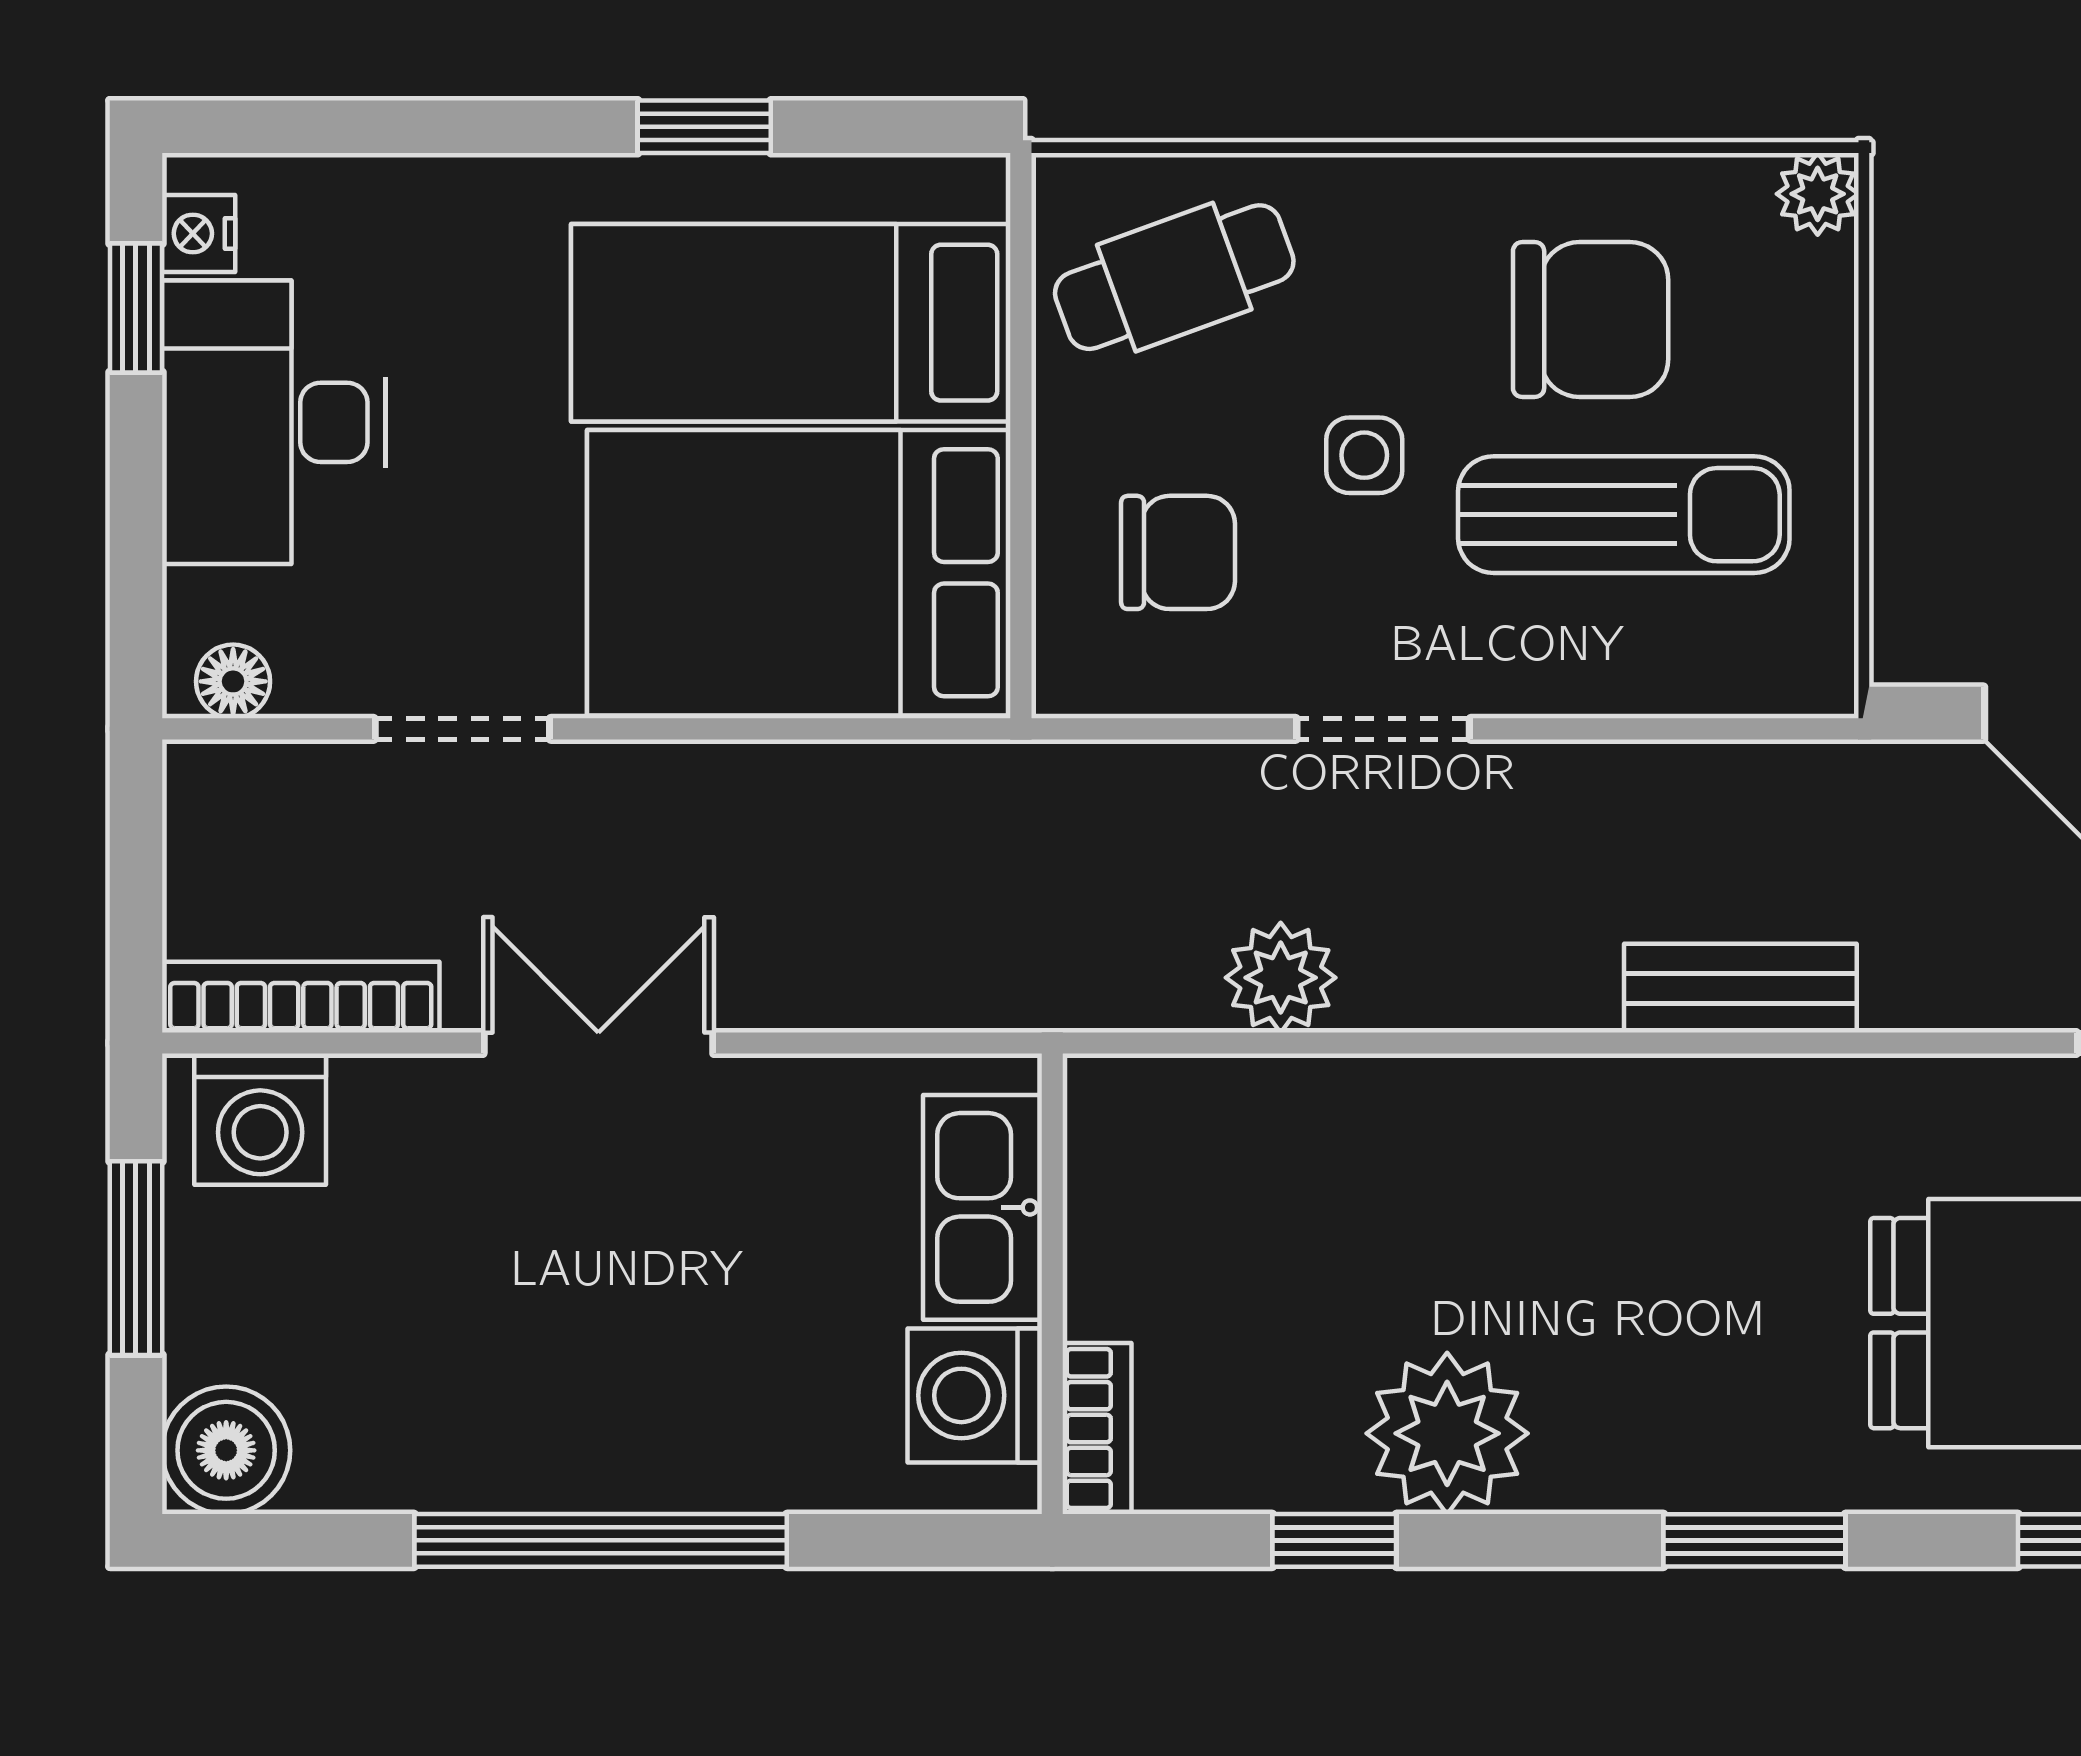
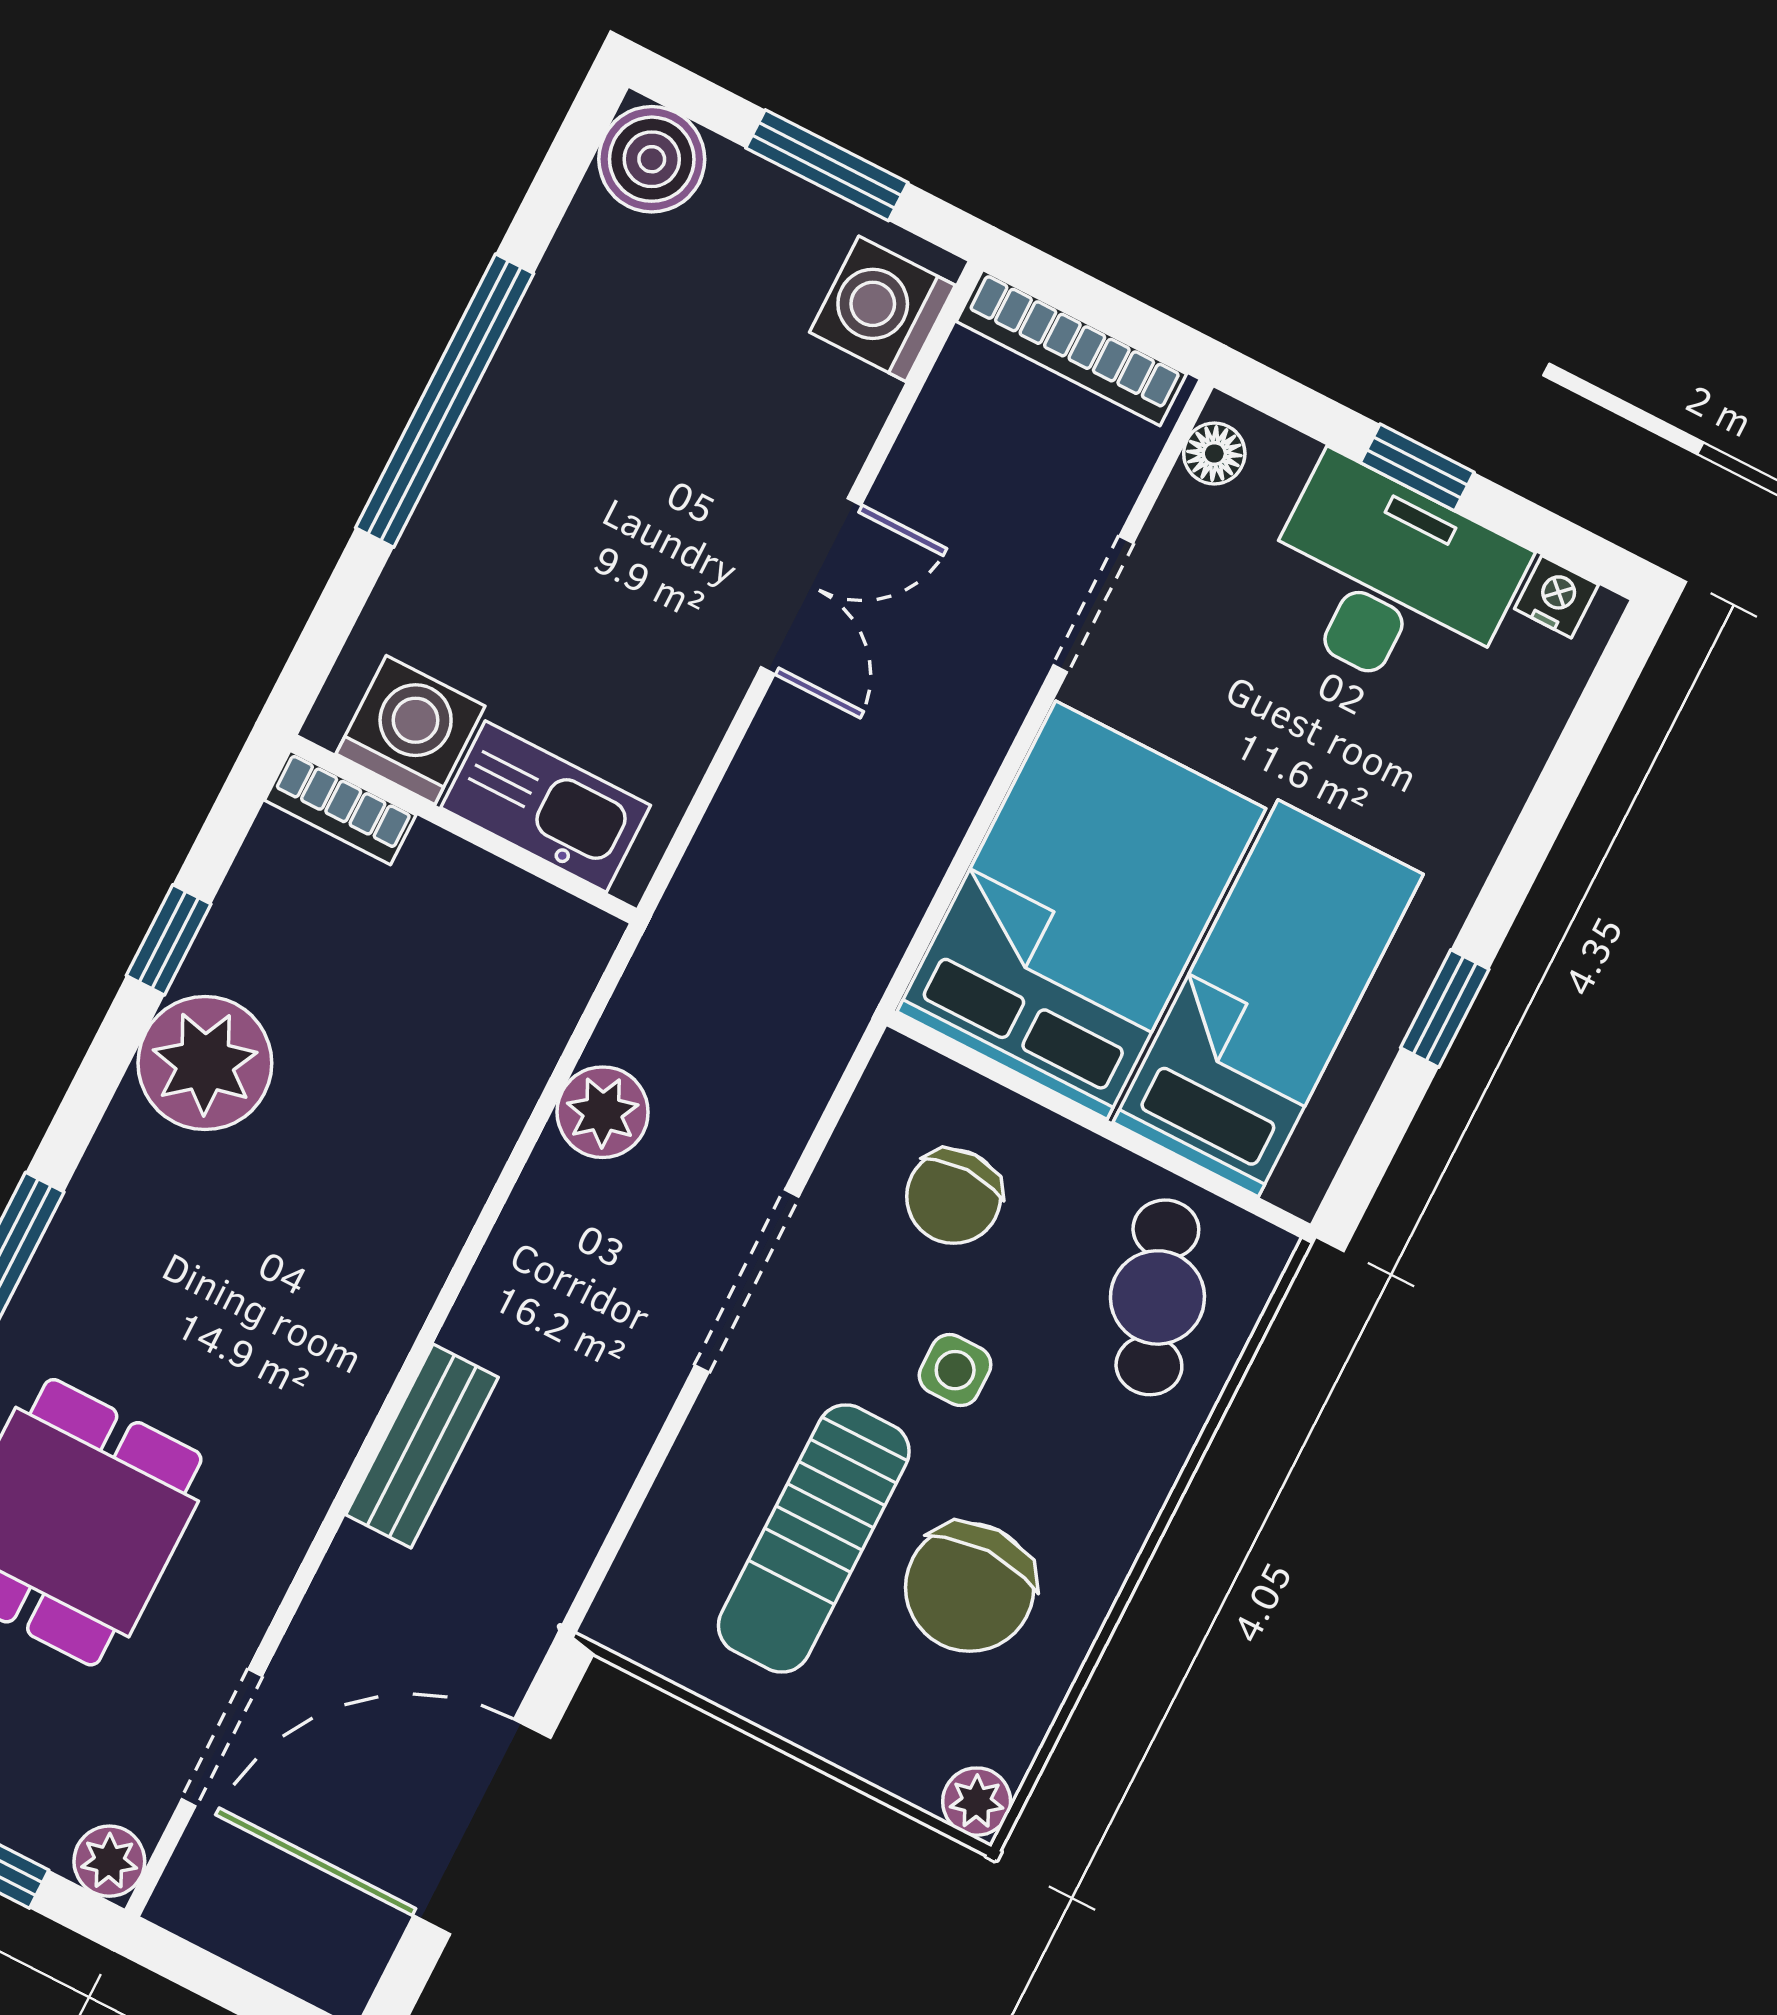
window: (136, 308) -> (1417, 467), moved
doorway: (1383, 729) -> (747, 1281), width x1.38
bookcase: (301, 997) -> (1071, 348), moved, turned 90

